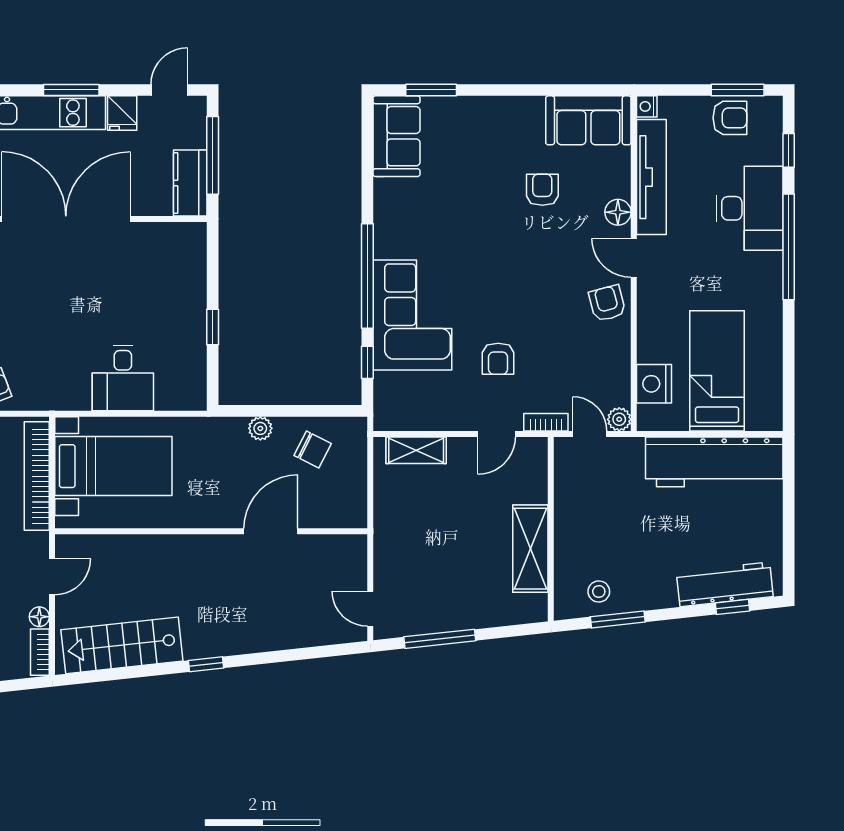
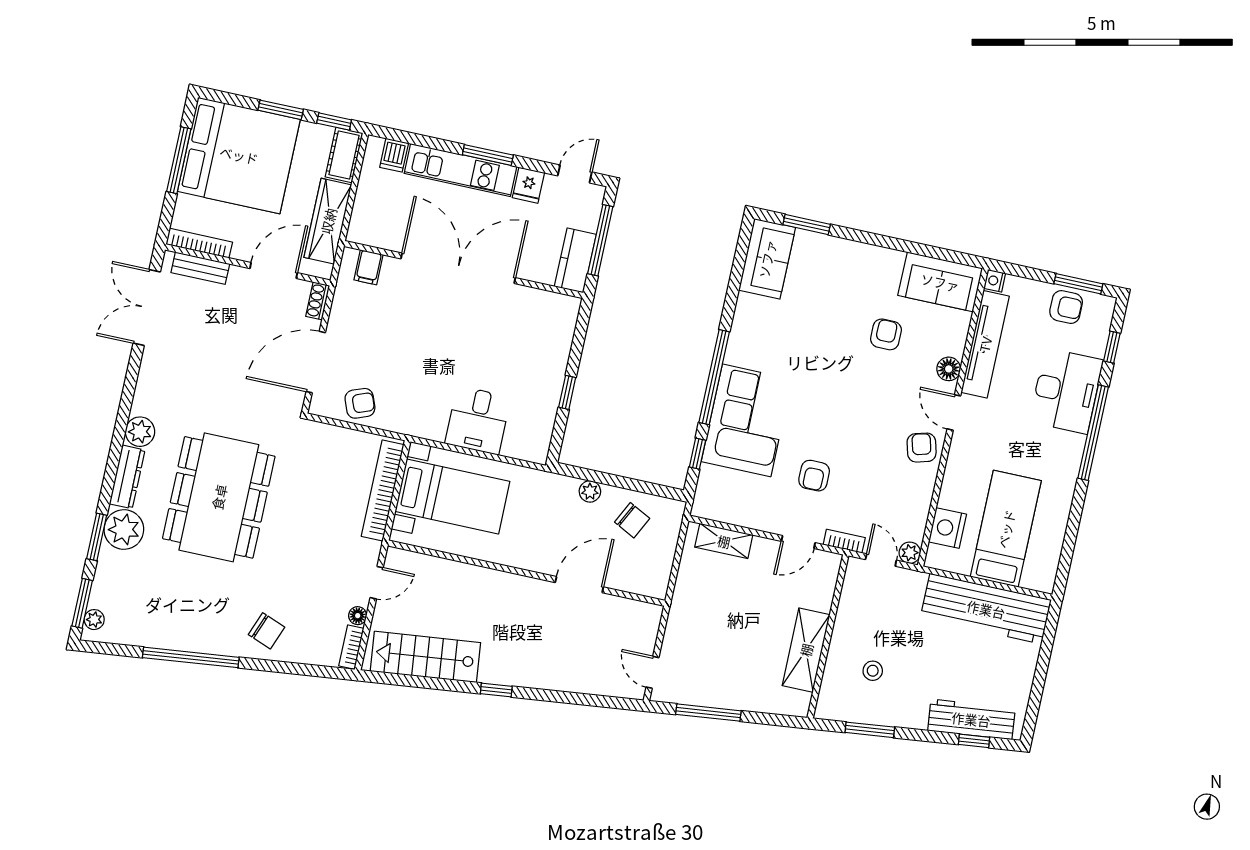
stool: (599, 591) -> (873, 671), moved

